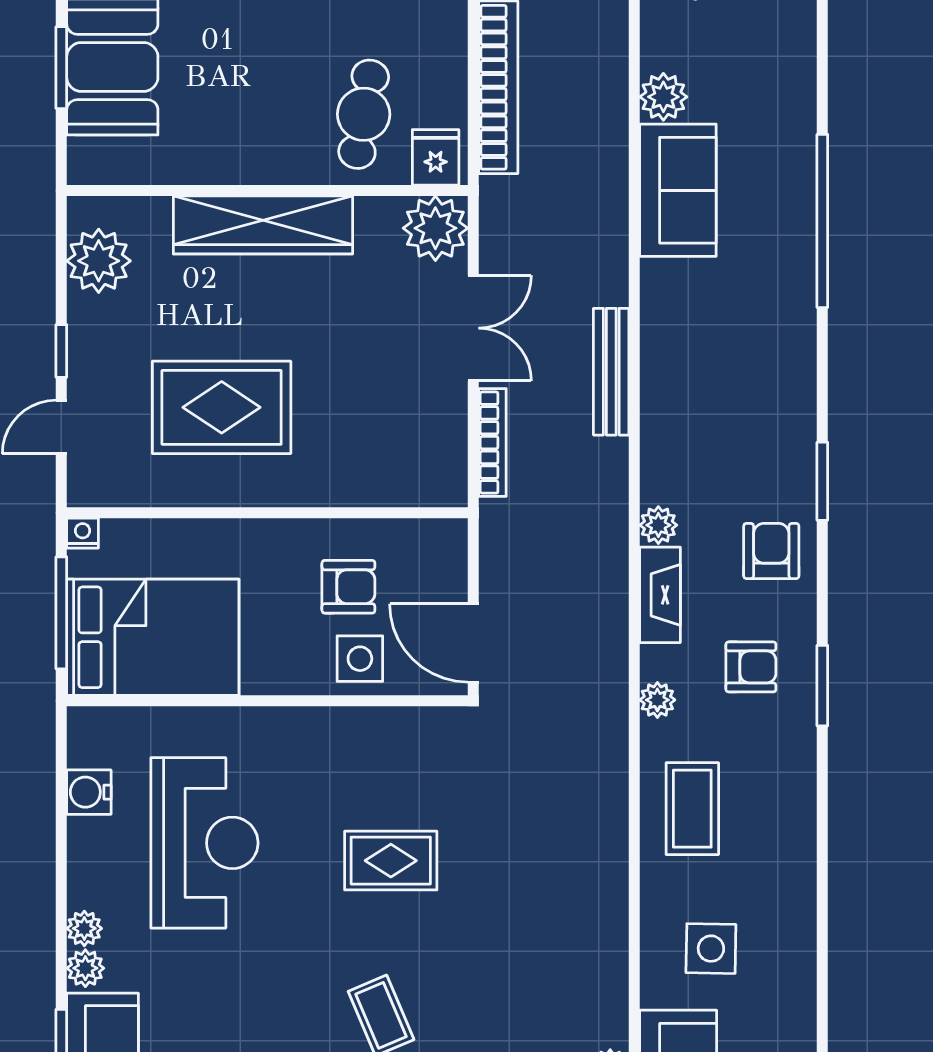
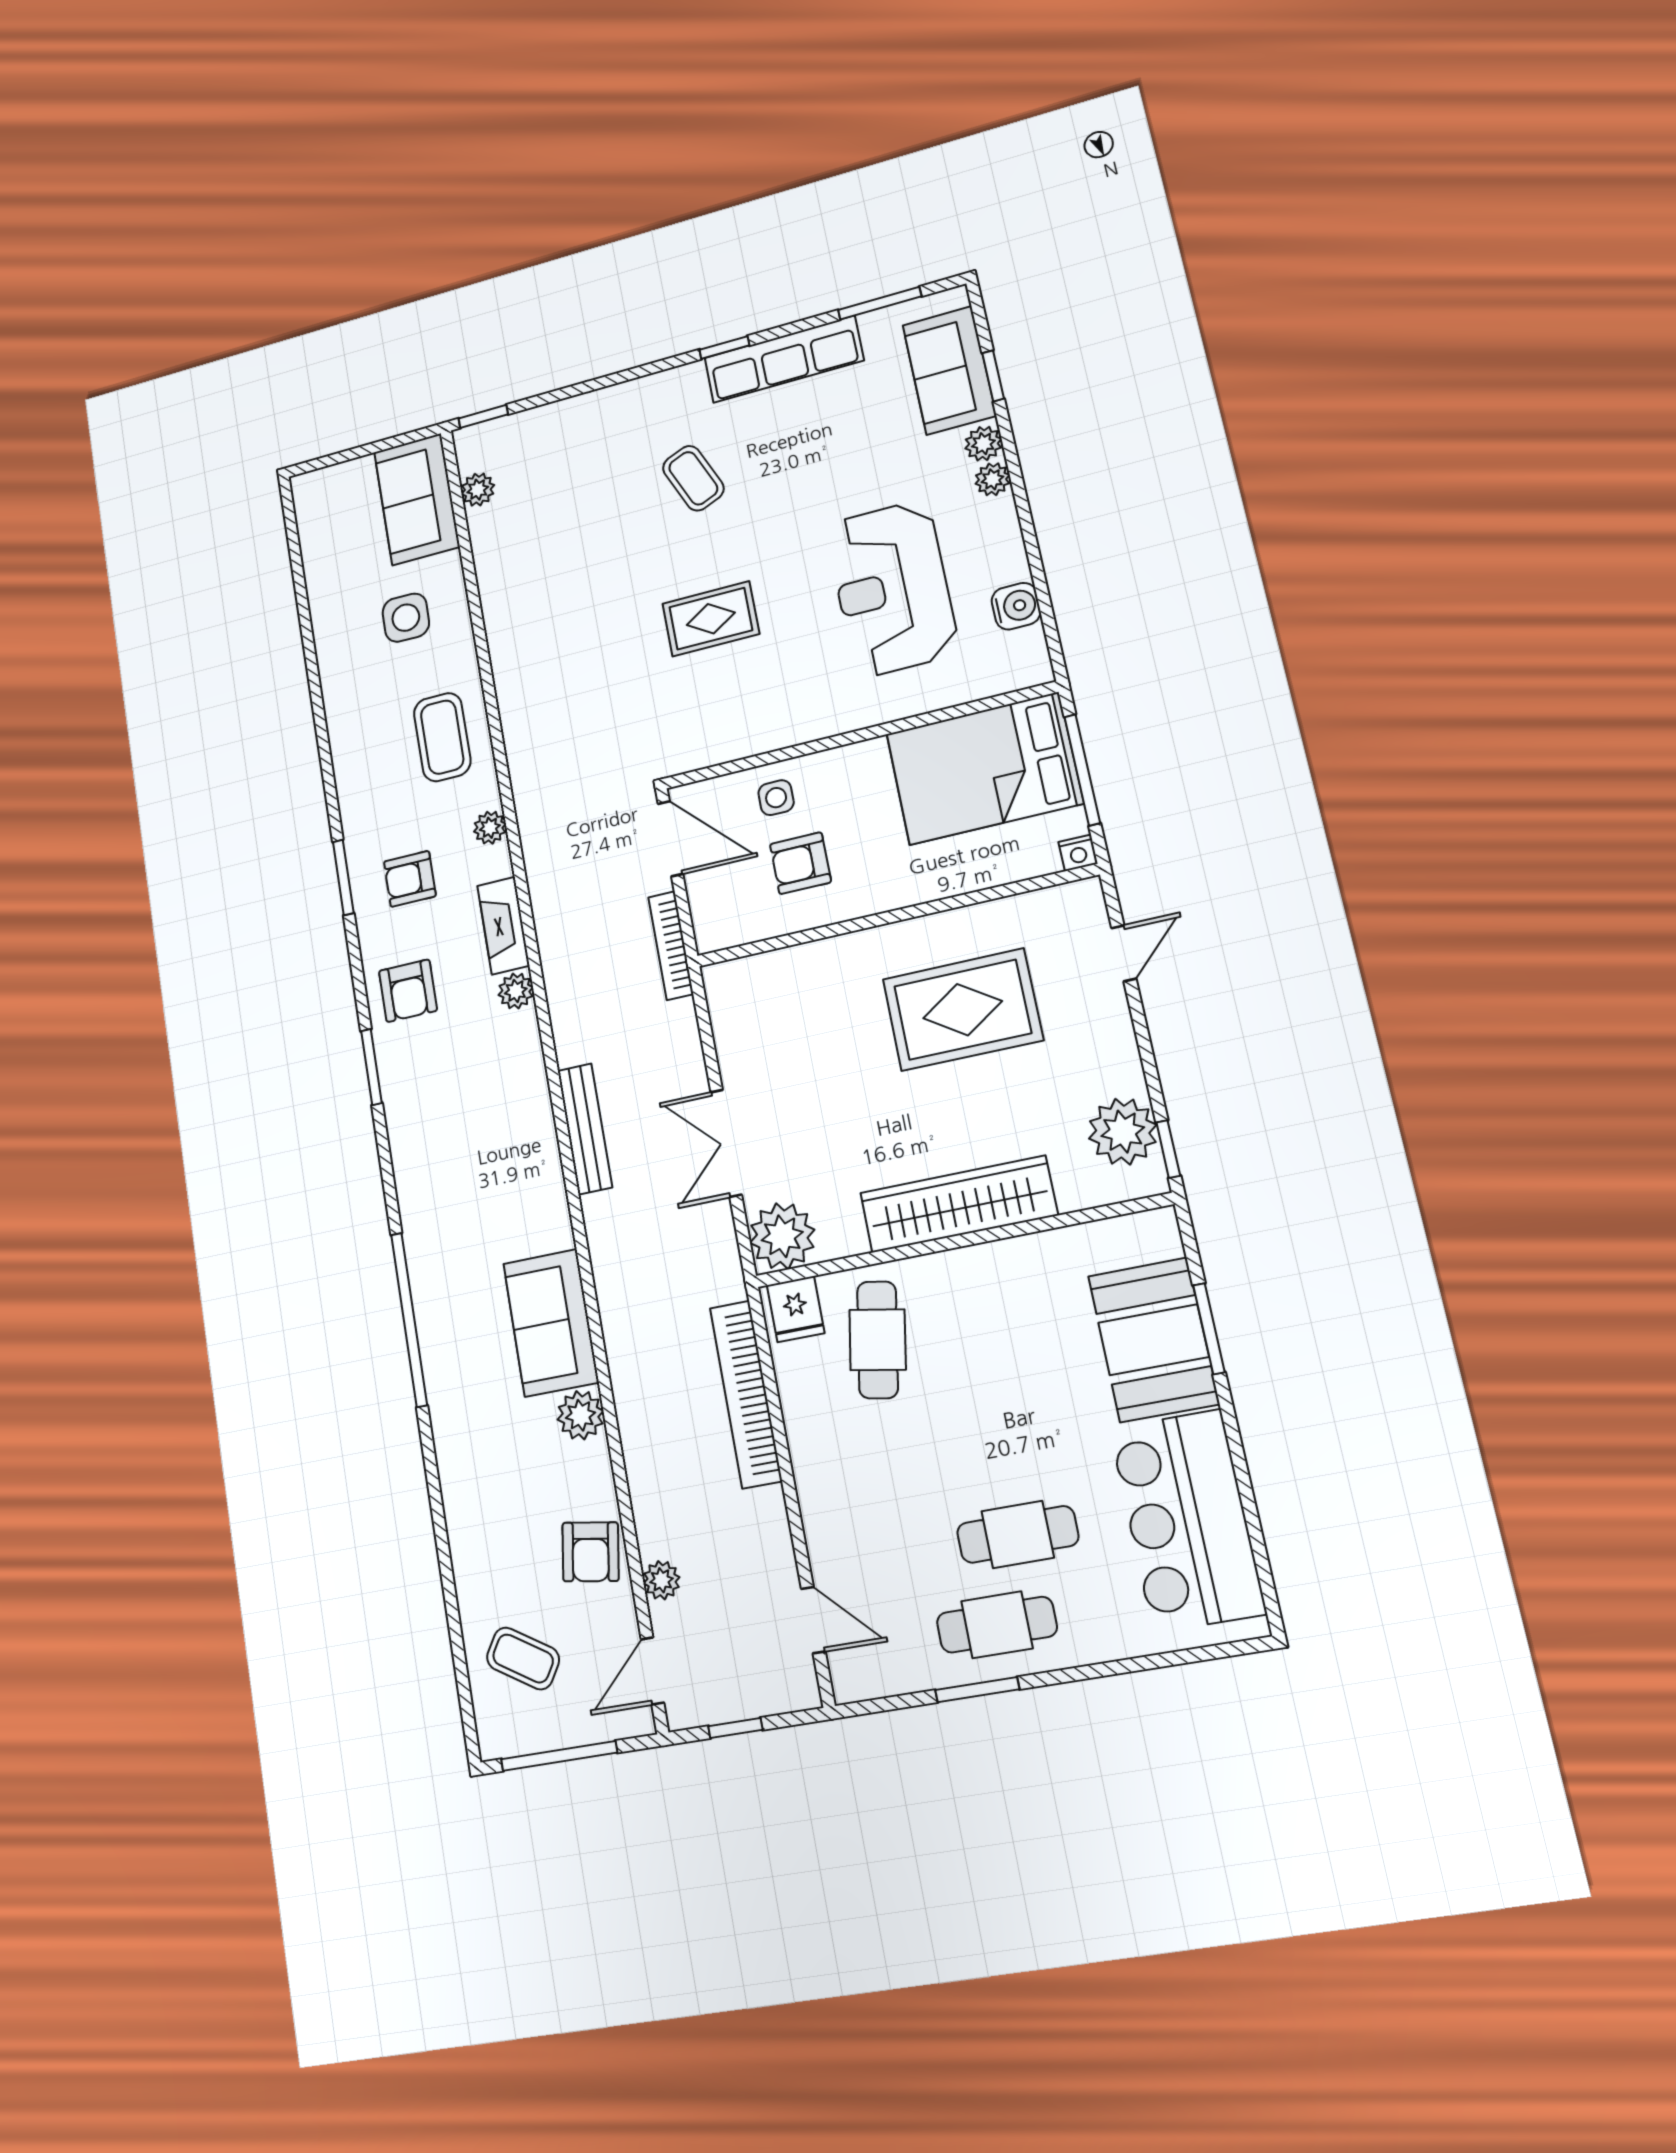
window: (61, 351) -> (1168, 1149), moved
bookcase: (492, 443) -> (671, 945), moved
side table: (360, 659) -> (776, 798), width x0.73, depth x0.73

